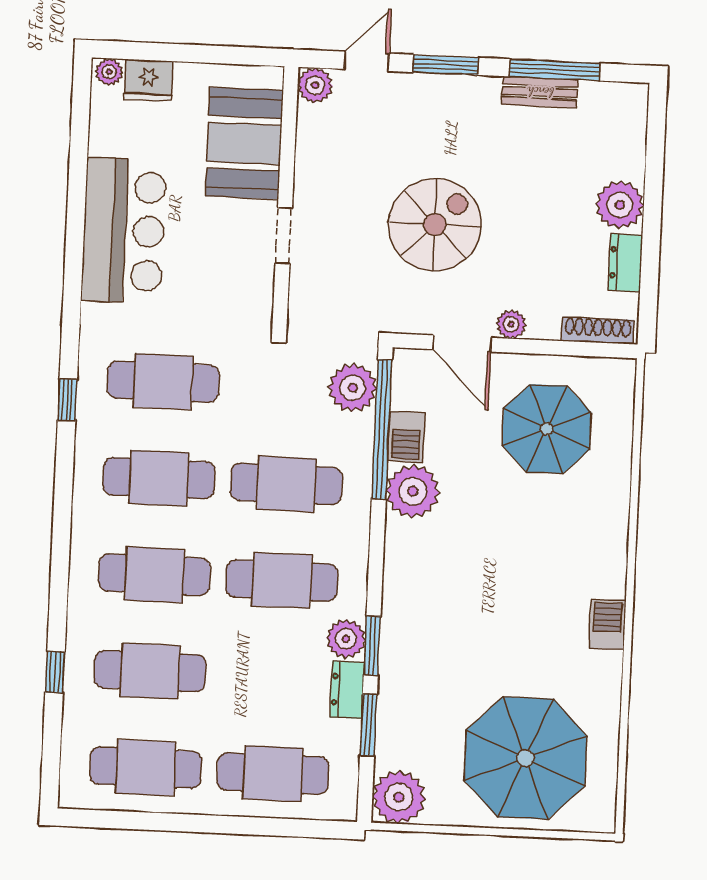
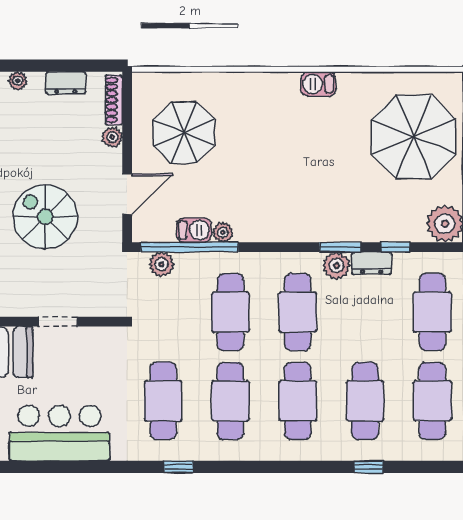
plant: (620, 205) -> (18, 81), width x0.53, depth x0.53
plant: (511, 324) -> (112, 137), moved
plant: (353, 388) -> (161, 264), width x0.73, depth x0.73
plant: (413, 491) -> (223, 232), width x0.53, depth x0.53
window: (368, 725) -> (396, 247), width x0.67

